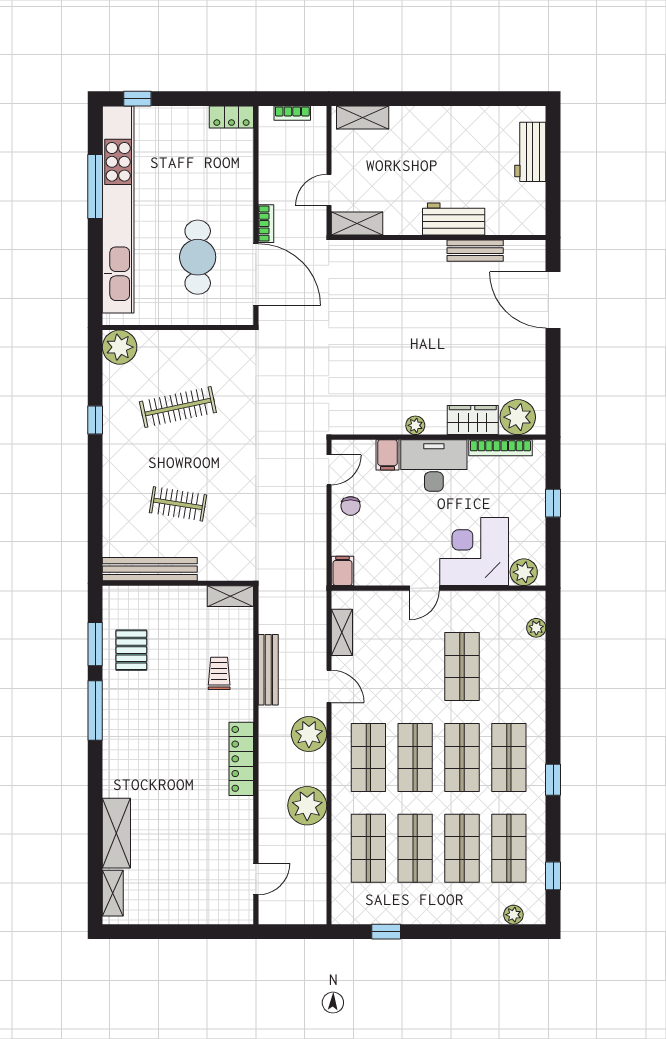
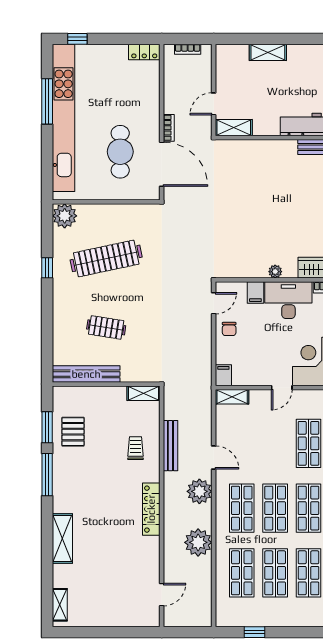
shelving: (363, 118) -> (268, 52), moved
clothes rail: (178, 407) -> (106, 258), width x1.37, depth x1.31
shelving: (342, 632) -> (232, 397), moved, turned 90
shelving: (116, 833) -> (62, 538), moved

